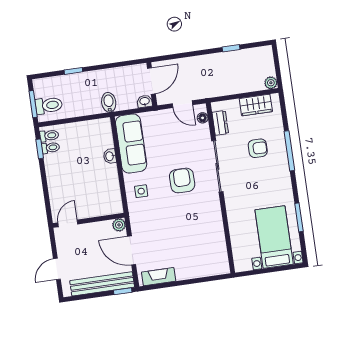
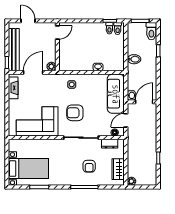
door: (151, 81) -> (144, 102), swing flipped
bidet: (109, 102) -> (134, 59), moved
toilet: (49, 105) -> (151, 31), moved
sofa: (131, 144) -> (116, 94), moved, turned 90
armchair: (182, 180) -> (75, 113), turned 180
door: (68, 223) -> (57, 33), hinge flipped
corner sofa: (203, 234) -> (37, 121), added

